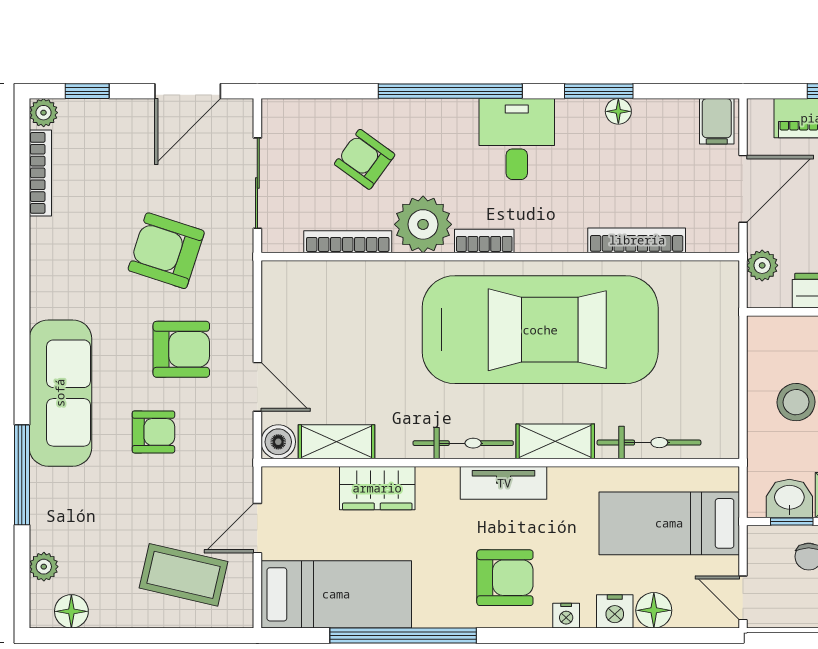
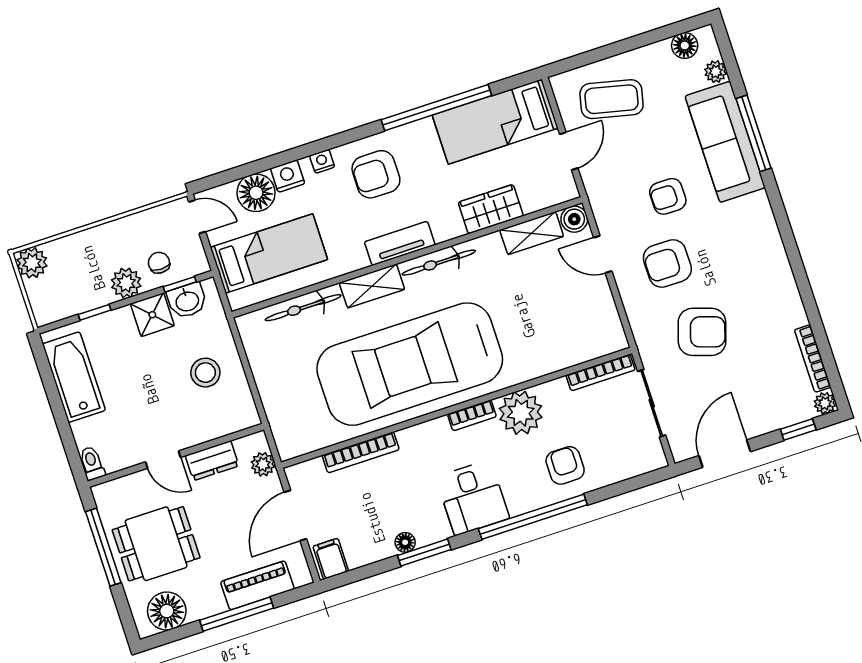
armchair: (365, 159) -> (565, 465), moved, turned -126
bookcase: (348, 242) -> (601, 372), moved
sofa: (60, 393) -> (725, 142), moved
floor lamp: (654, 610) -> (256, 193), width x1.38, depth x1.38

